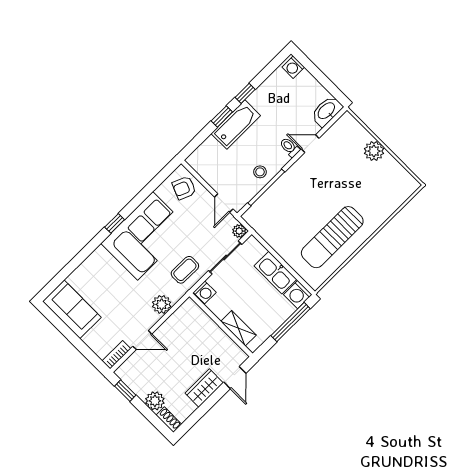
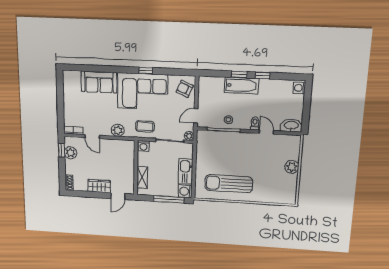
window: (115, 223) -> (146, 71), moved
sofa: (72, 309) -> (99, 82), moved, turned 90
plant: (155, 401) -> (71, 153), moved

